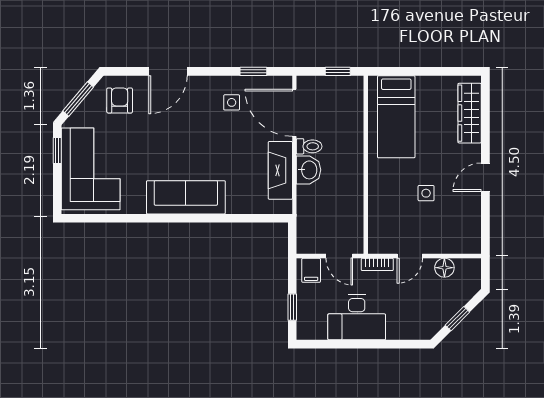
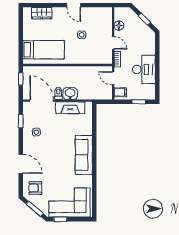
door: (294, 113) -> (42, 101), swing flipped
wardrobe: (470, 113) -> (42, 13), width x0.67
door: (339, 256) -> (113, 78), swing flipped

